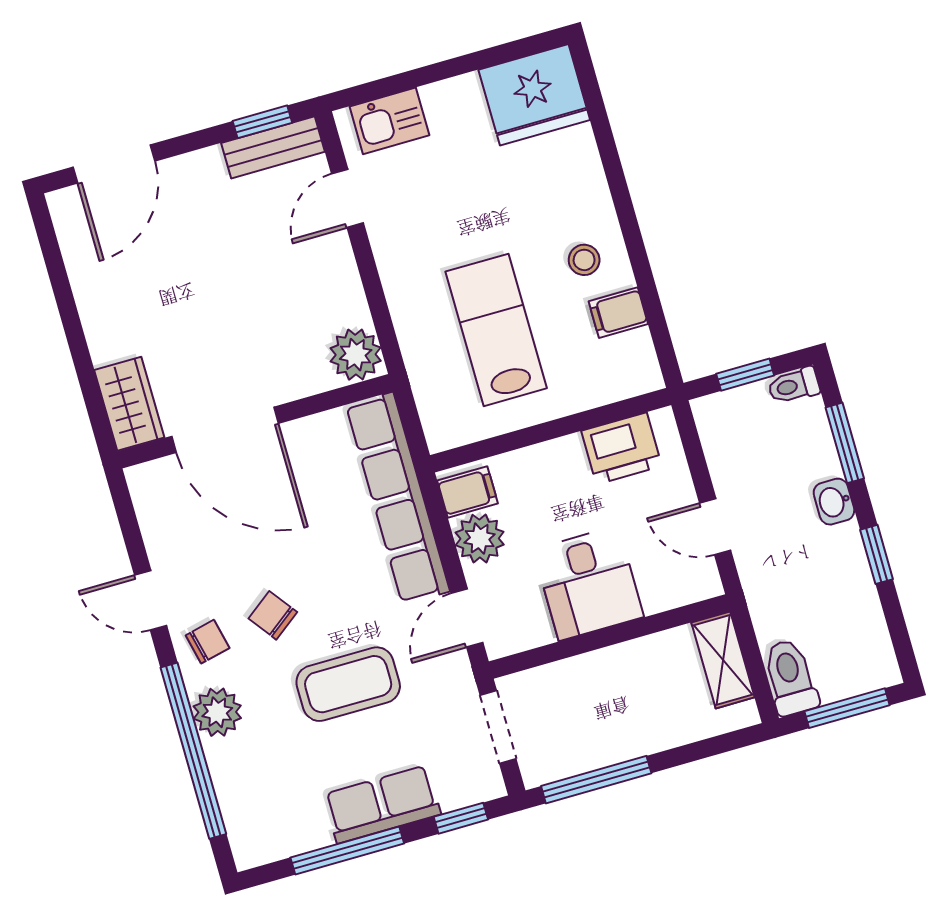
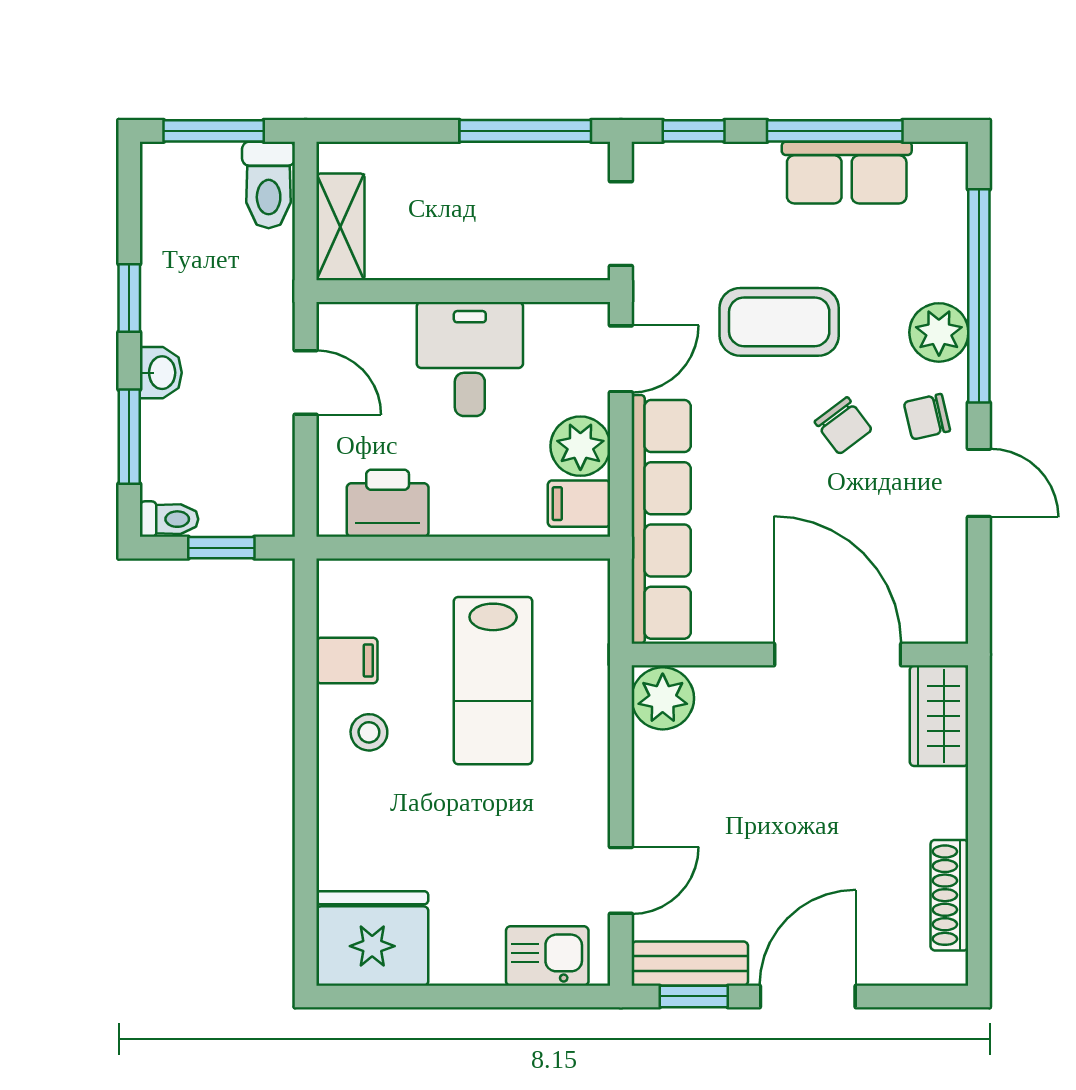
door: (114, 164) -> (808, 996), moved
shoe rack: (80, 262) -> (949, 895), added
row of seats: (382, 804) -> (847, 173), moved

